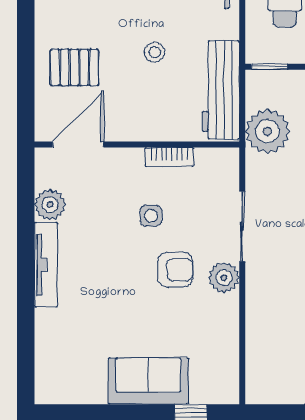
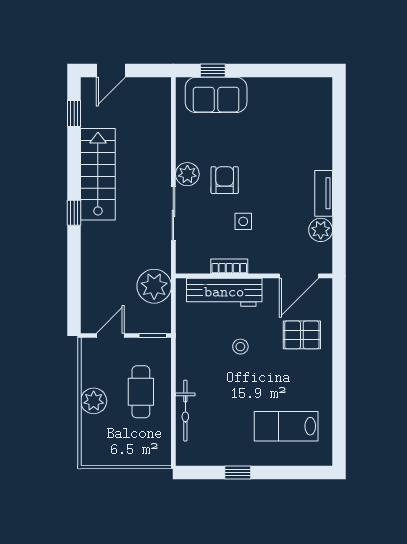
workbench: (221, 90) -> (224, 292), moved, turned 90
tv unit: (46, 265) -> (324, 193), width x0.71
armchair: (175, 270) -> (225, 180), turned 90
sofa: (148, 381) -> (216, 95), moved

